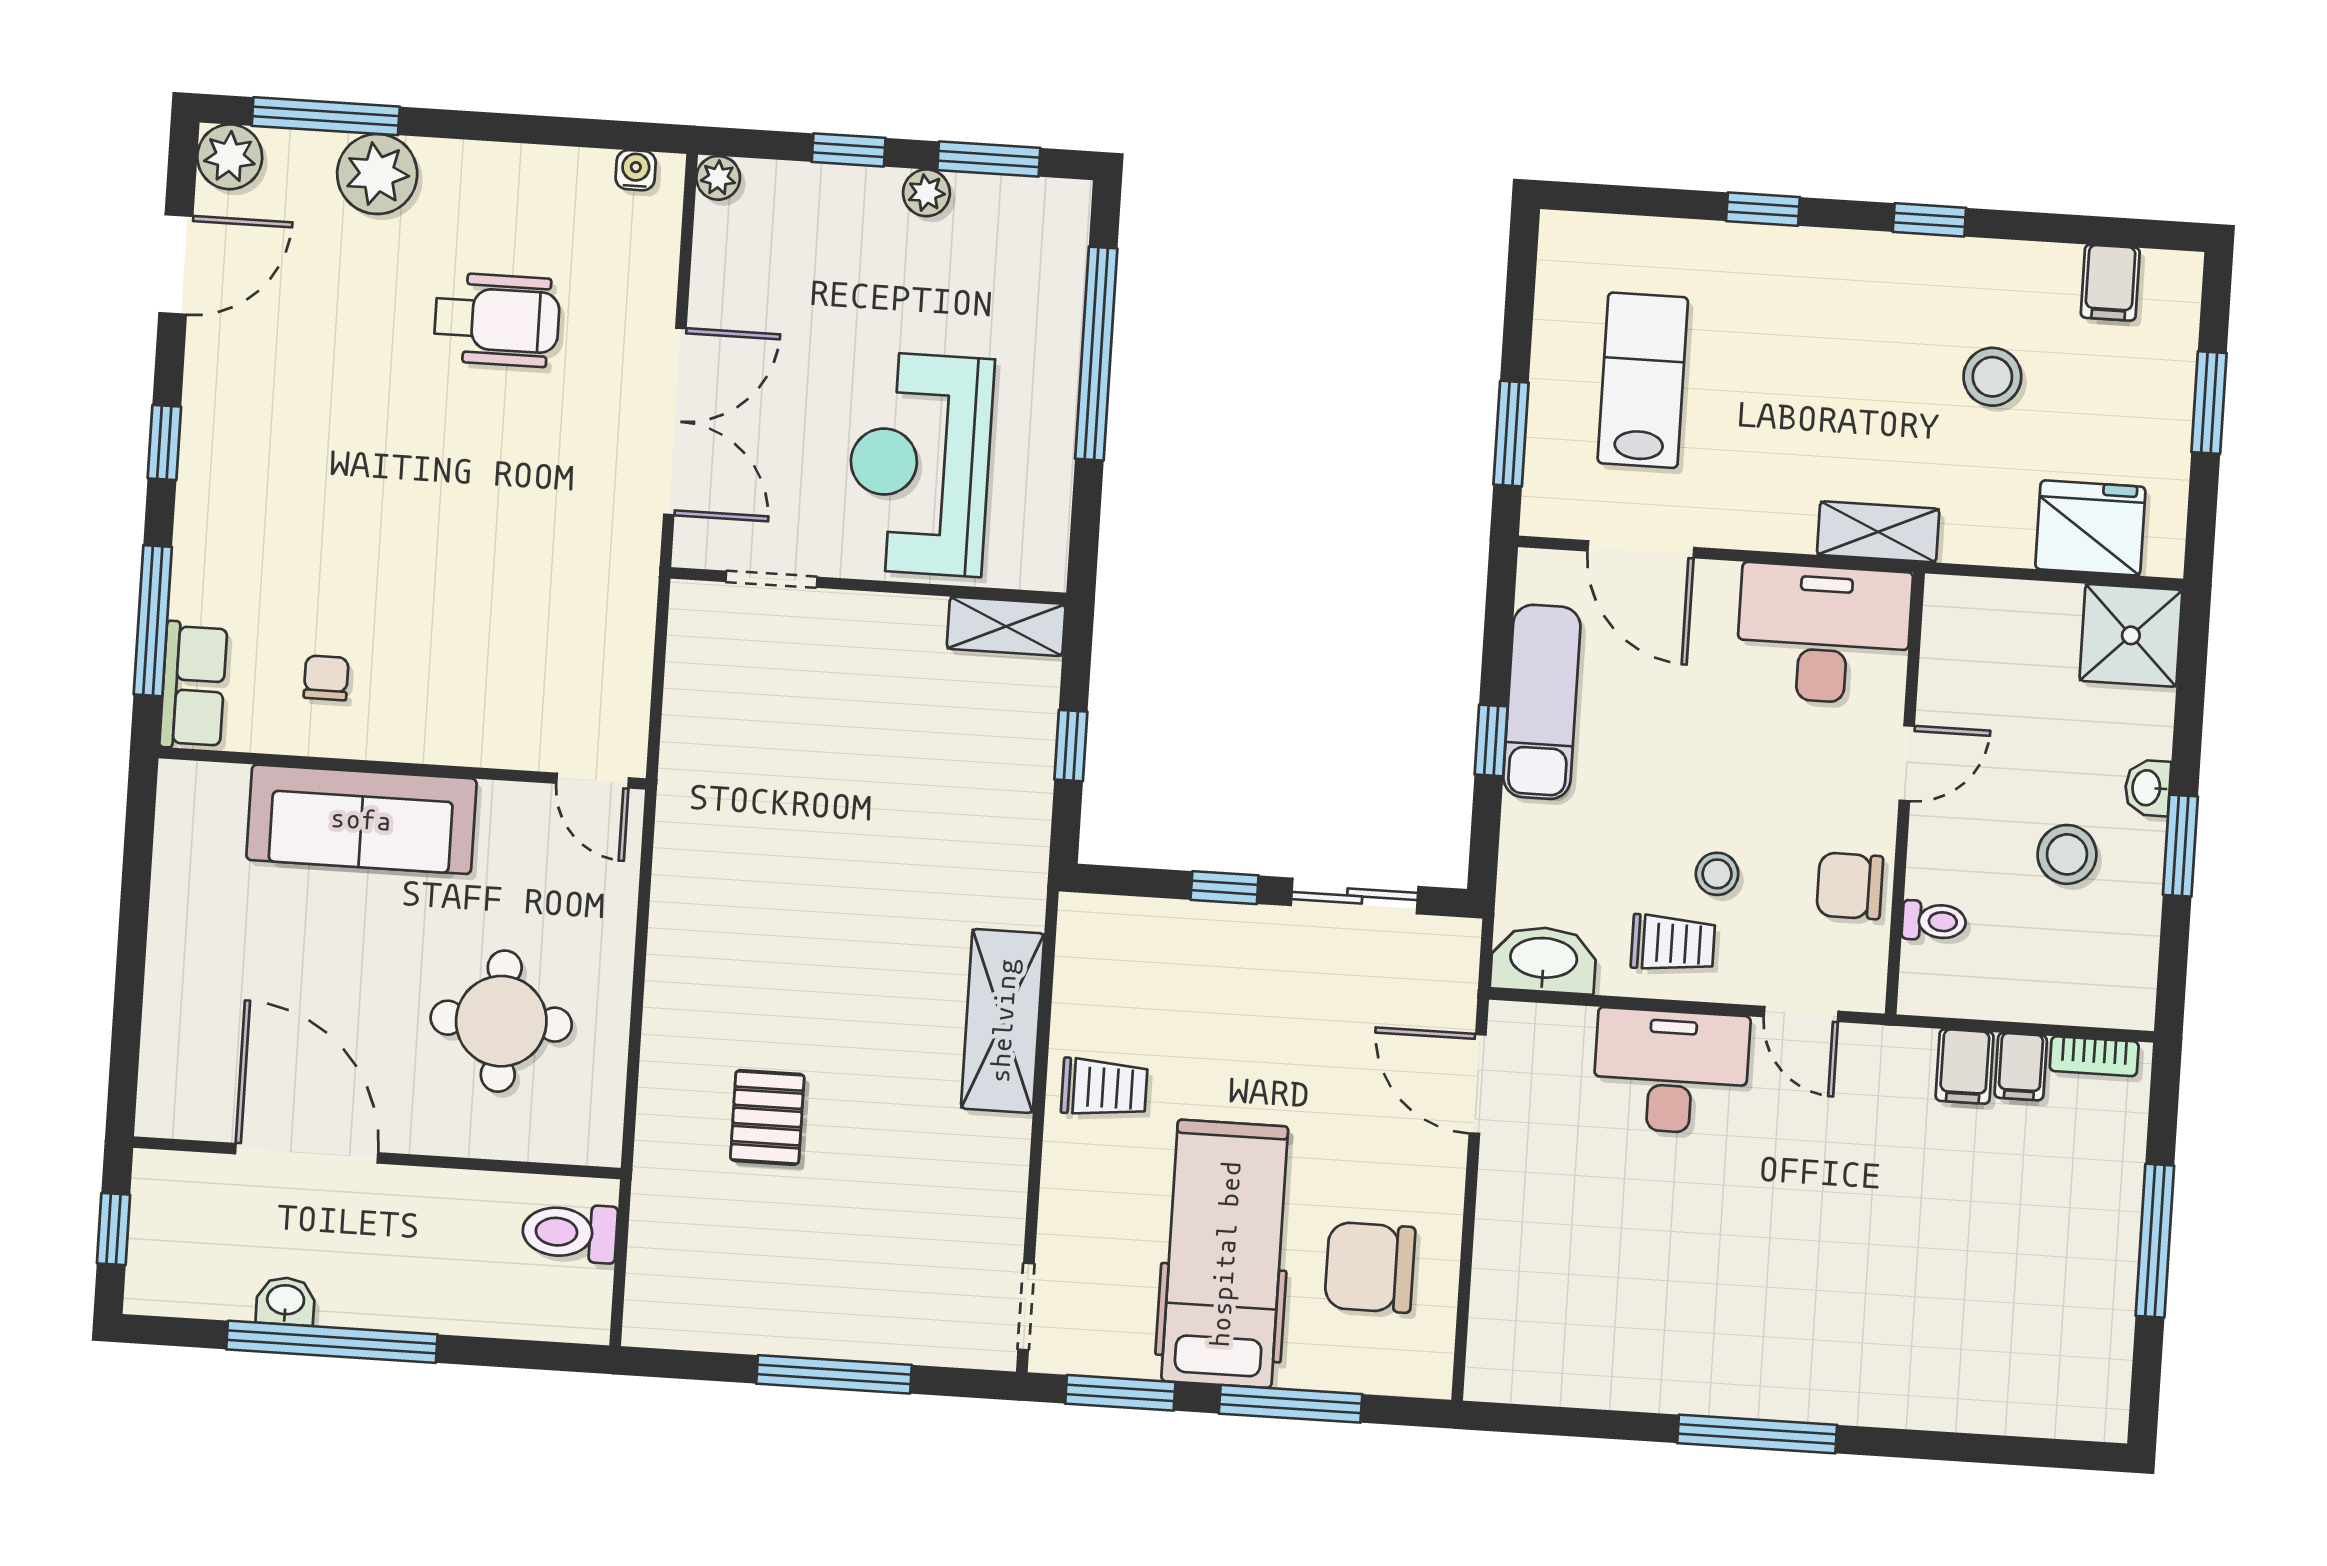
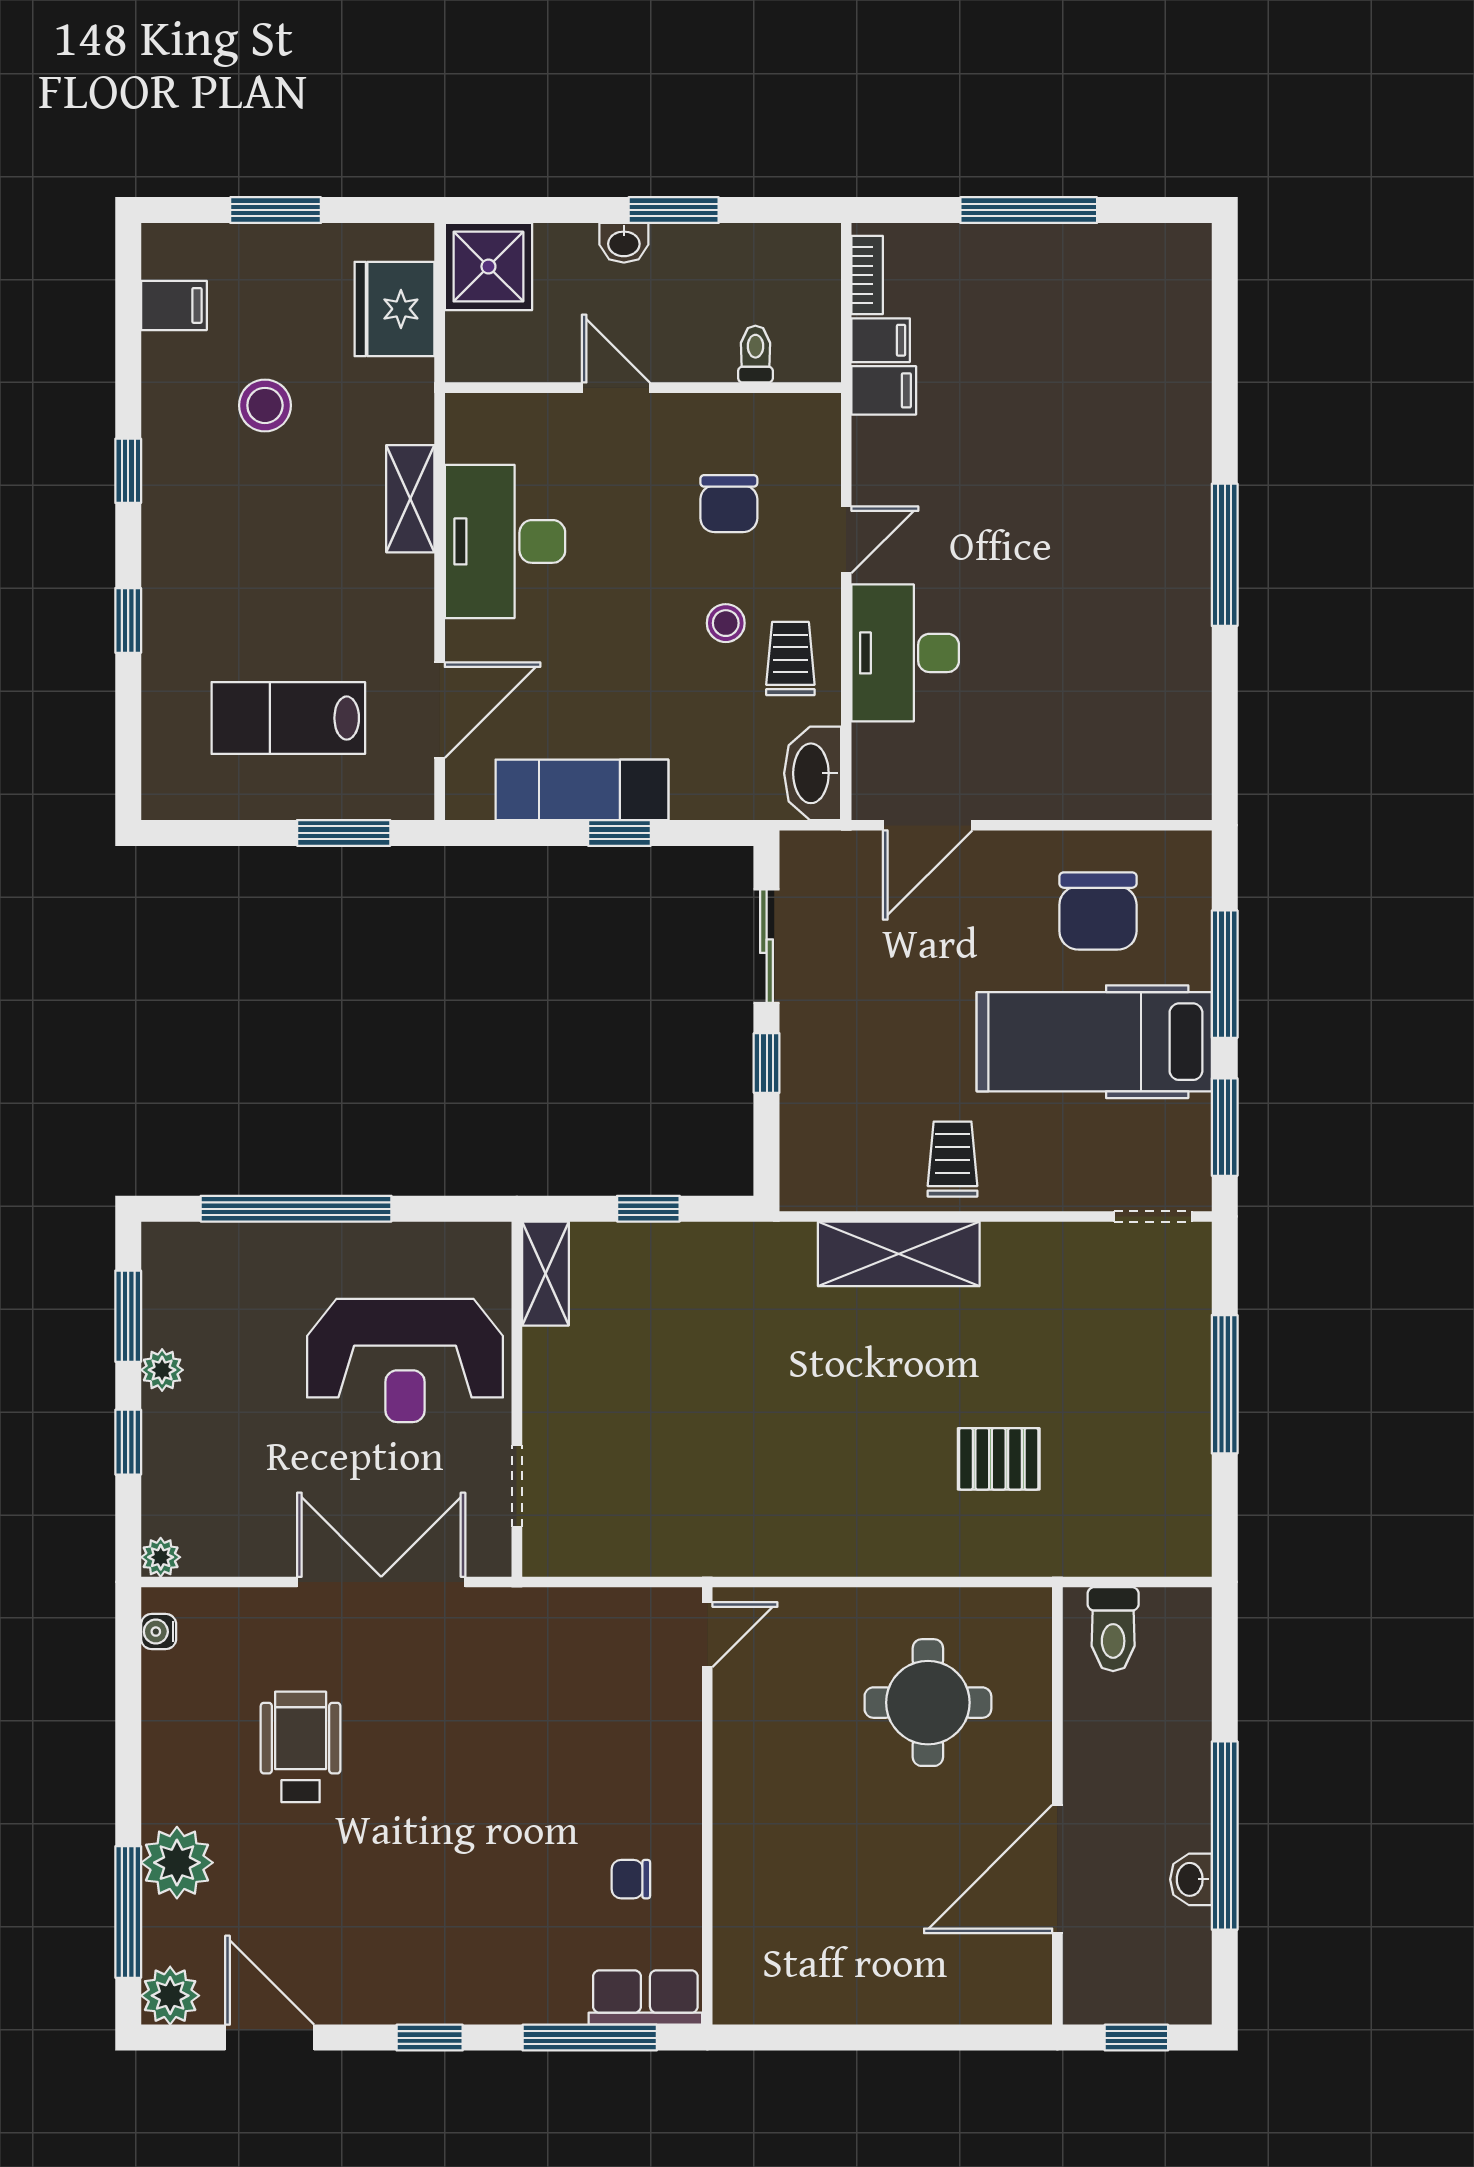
door: (1907, 763) -> (616, 388), moved
wall: (1905, 794) -> (643, 388), moved
sofa: (361, 819) -> (755, 1839), removed
stool: (2067, 854) -> (688, 311), removed
toilet: (1934, 921) -> (755, 354), moved

